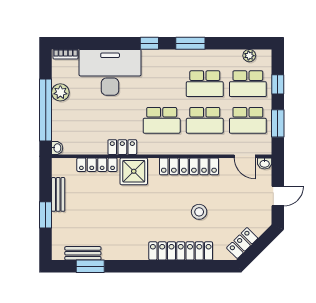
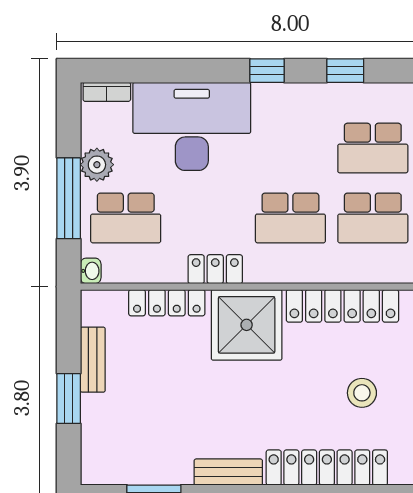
window: (190, 43) -> (345, 71), width x0.67
window: (46, 110) -> (69, 198), width x0.68
school desk: (75, 120) -> (126, 218), added
shower: (134, 171) -> (247, 325), width x1.37, depth x1.37
bench: (83, 253) -> (228, 472), moved

